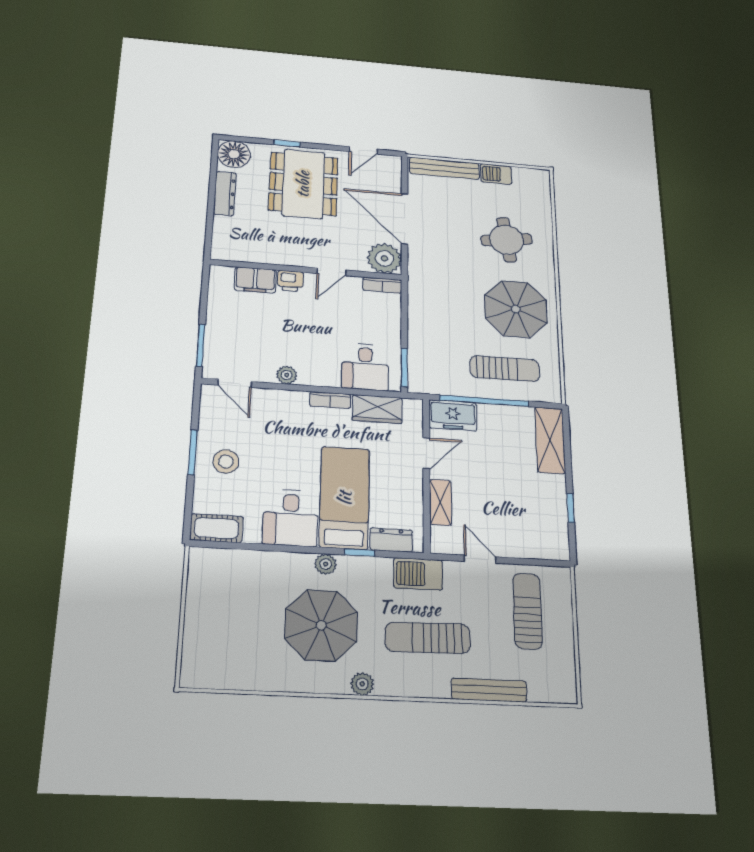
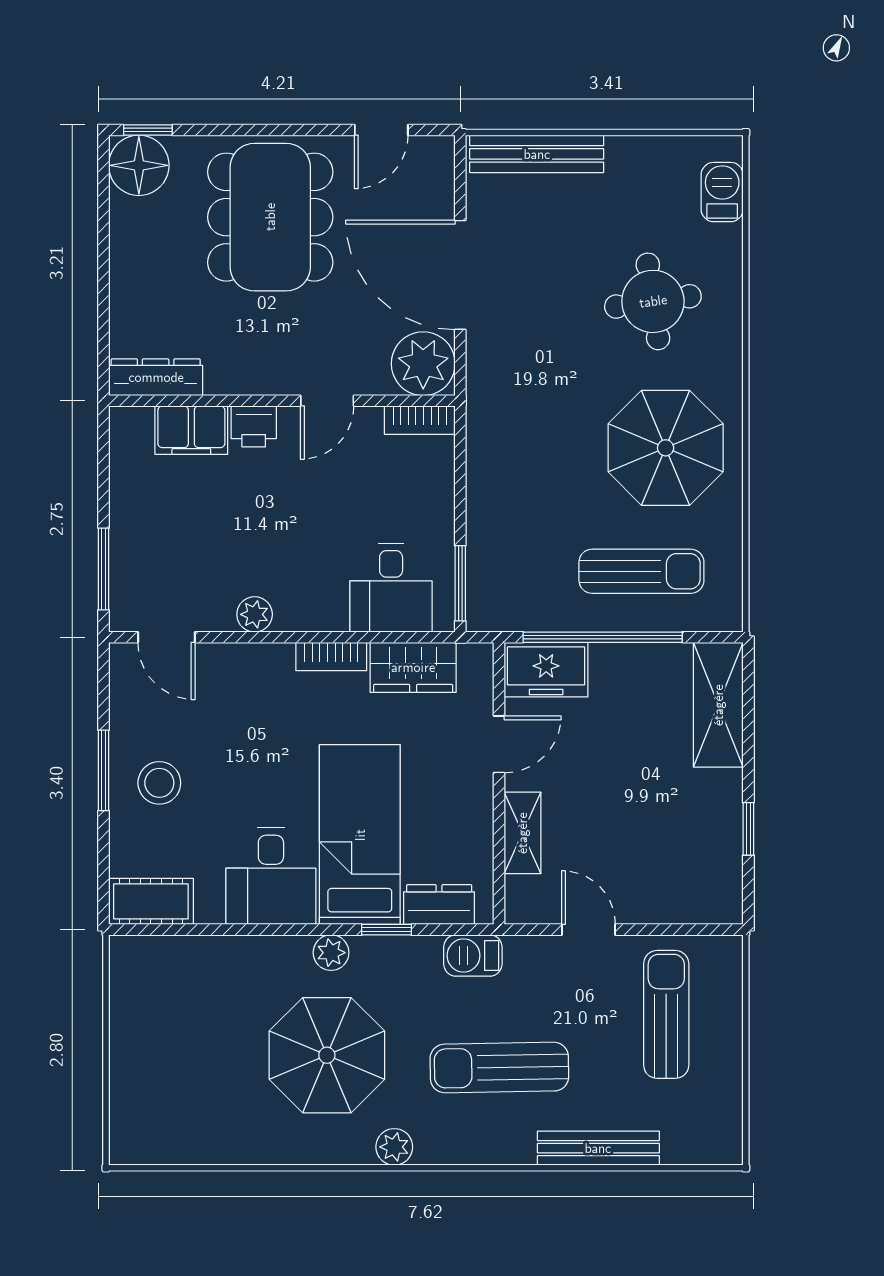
window: (287, 143) -> (148, 130), moved
barbecue: (496, 174) -> (722, 192), moved, turned 90
dresser: (225, 194) -> (156, 377), moved, turned -90
barbecue: (418, 574) -> (473, 955), width x0.73, depth x0.79

